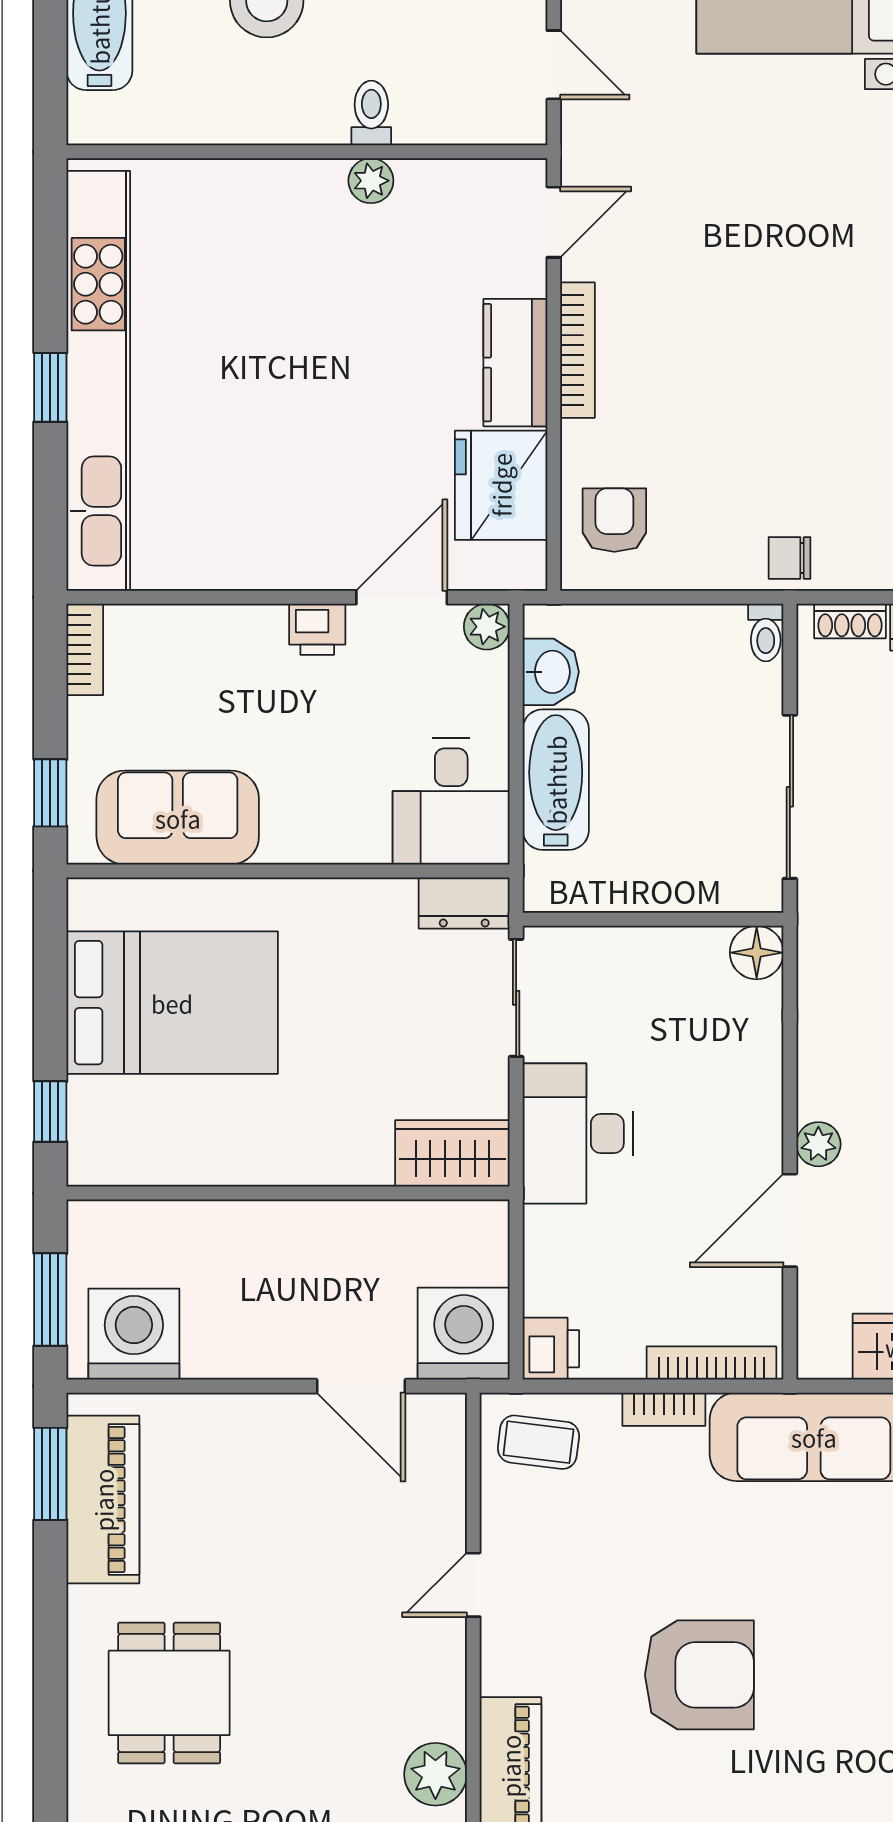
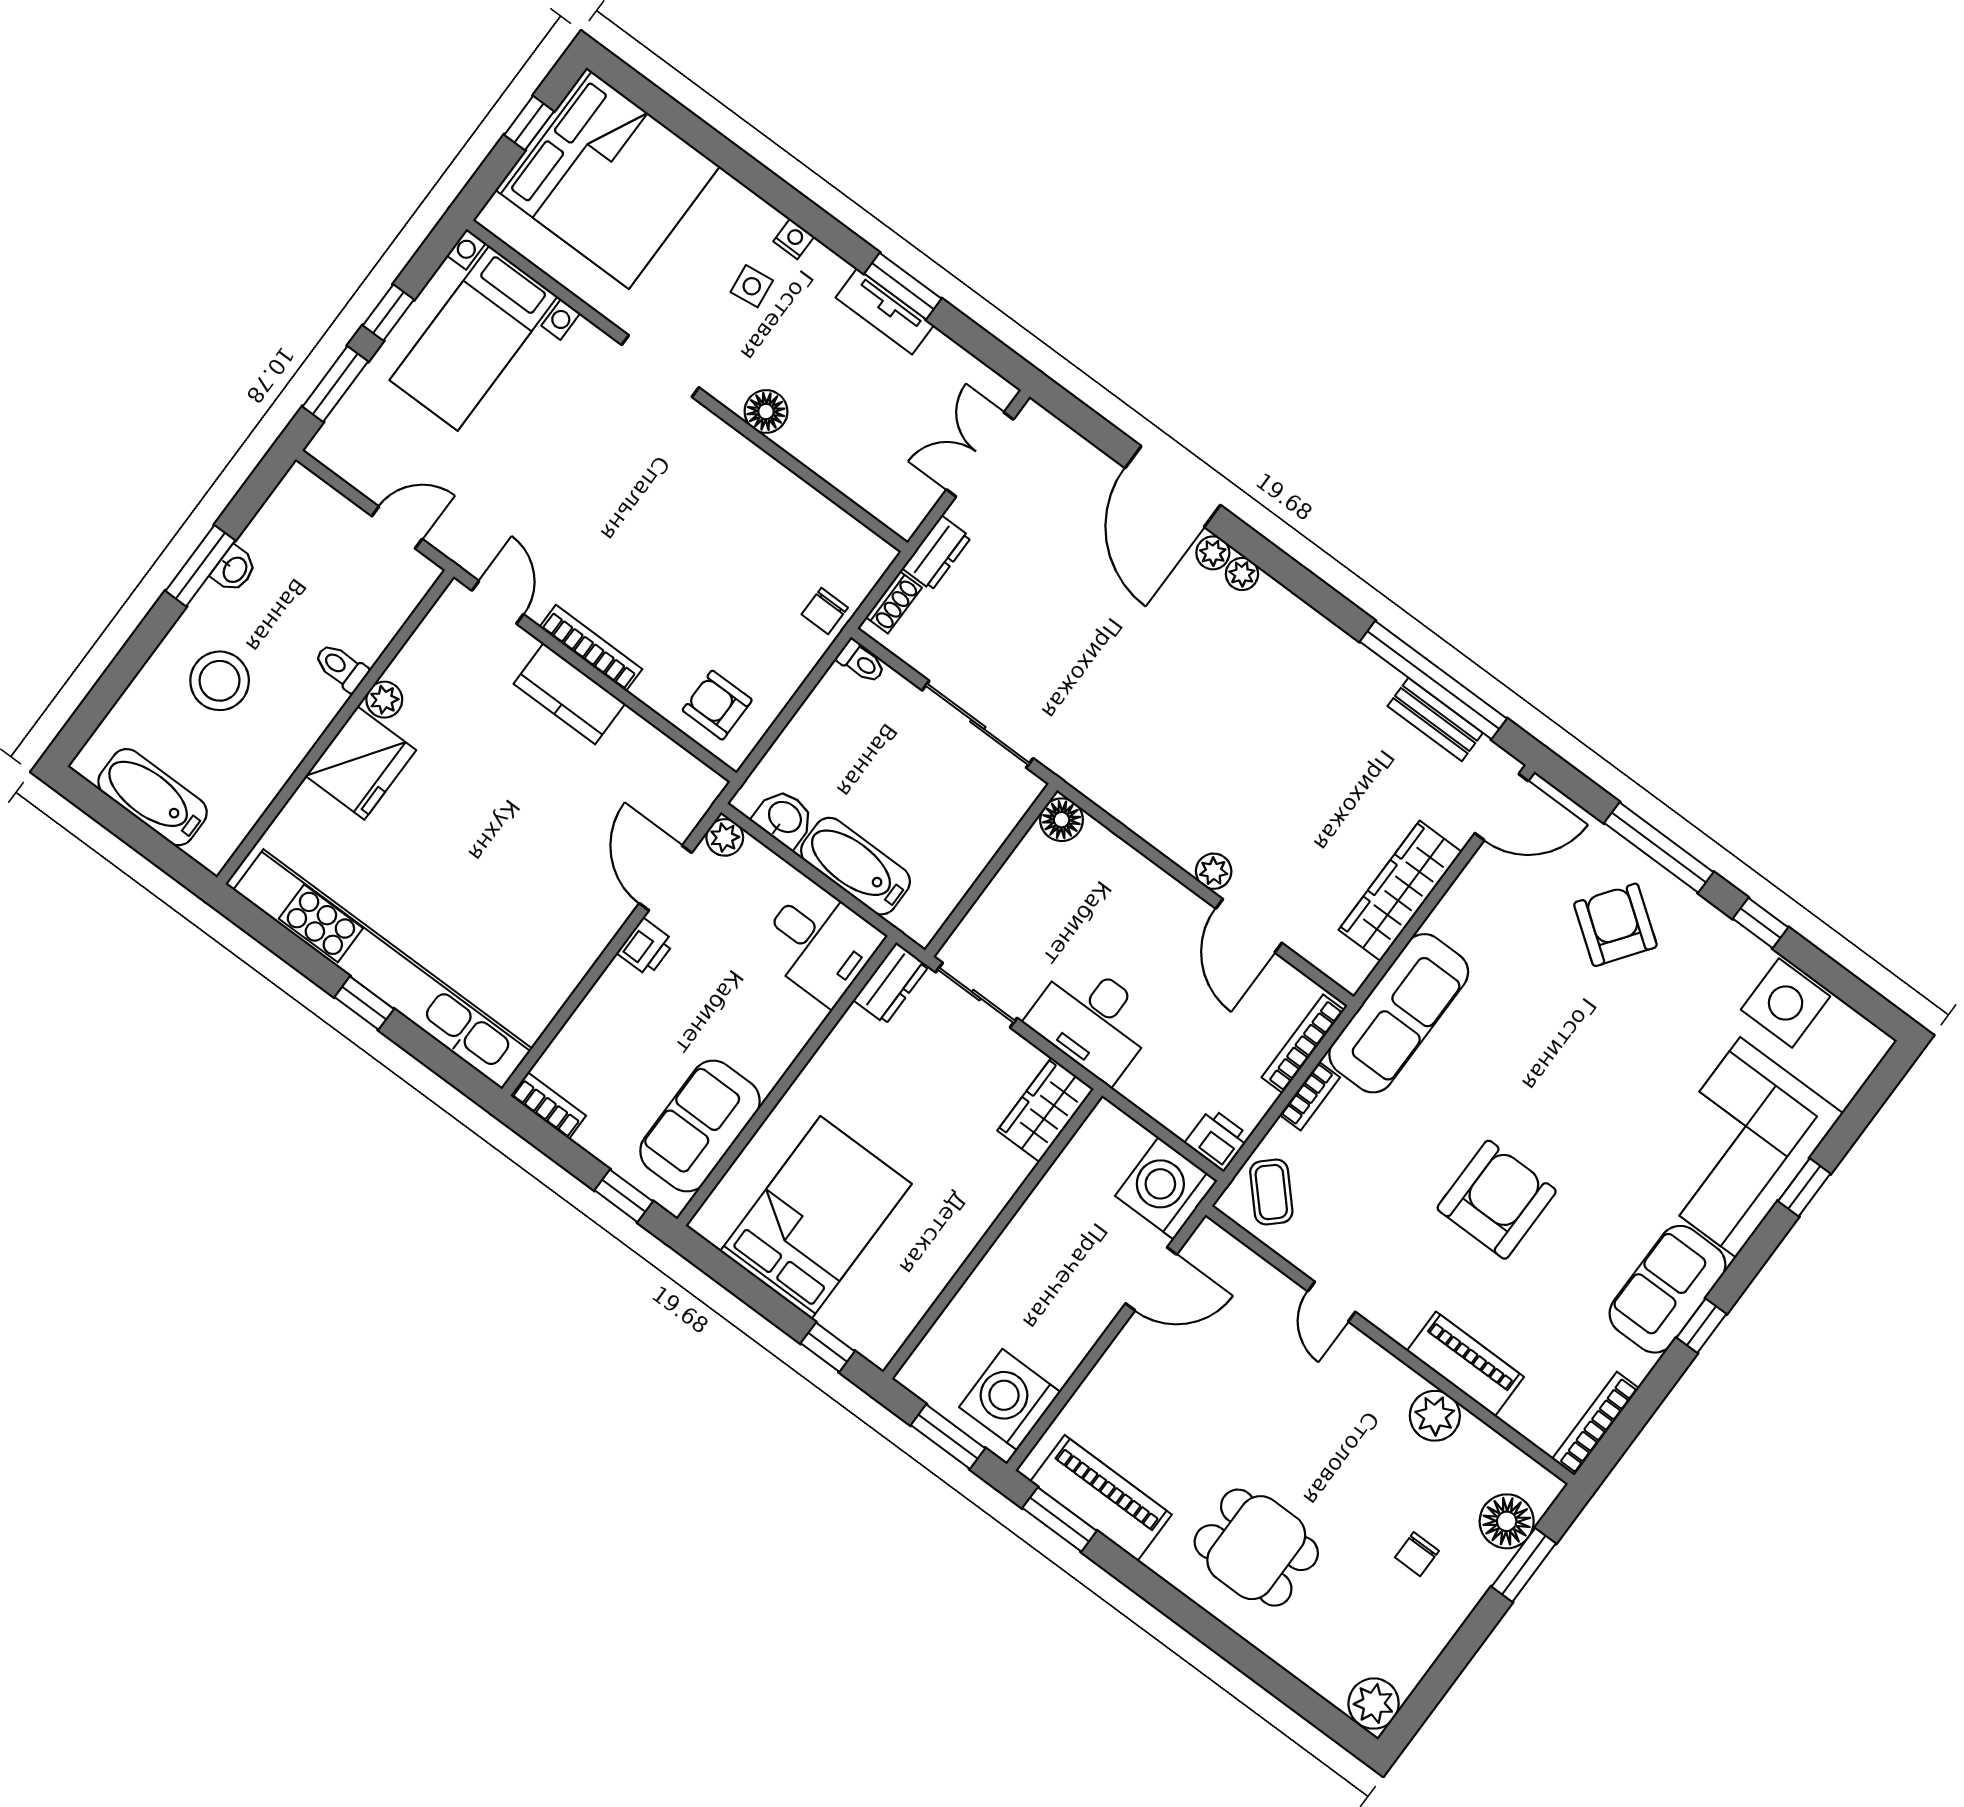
fridge: (501, 485) -> (361, 763), moved, turned -90
coffee table: (538, 1442) -> (1271, 1192), turned -50

